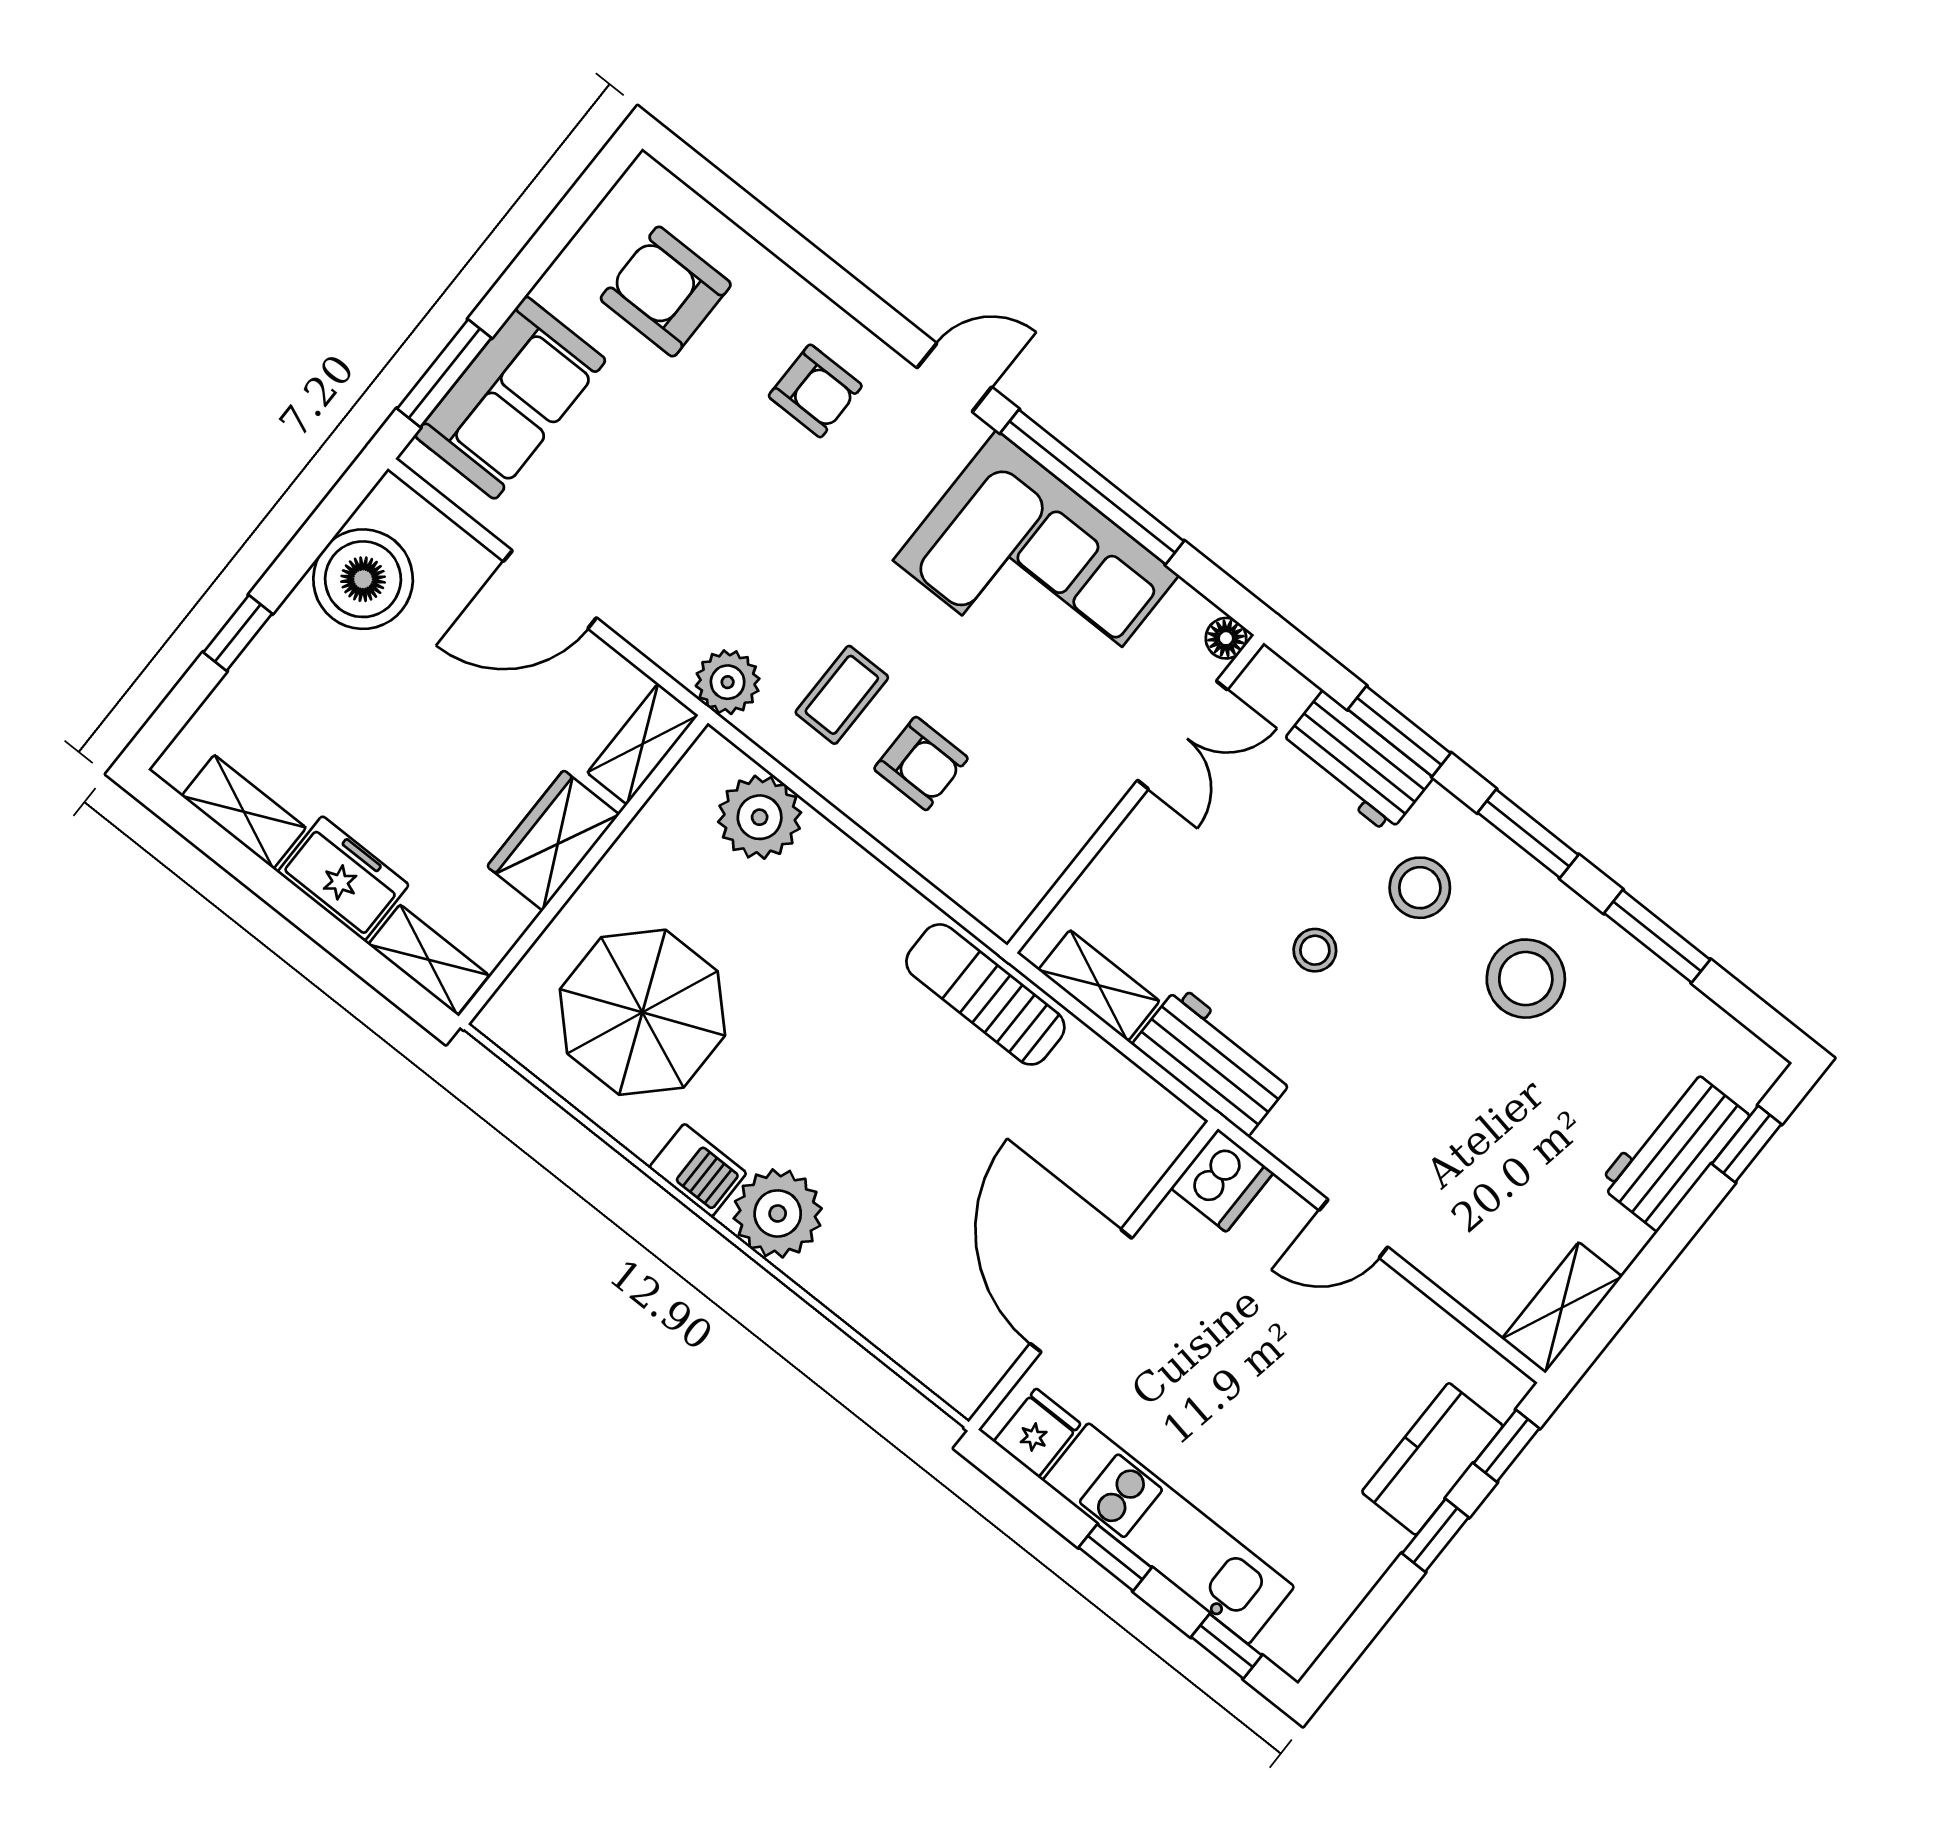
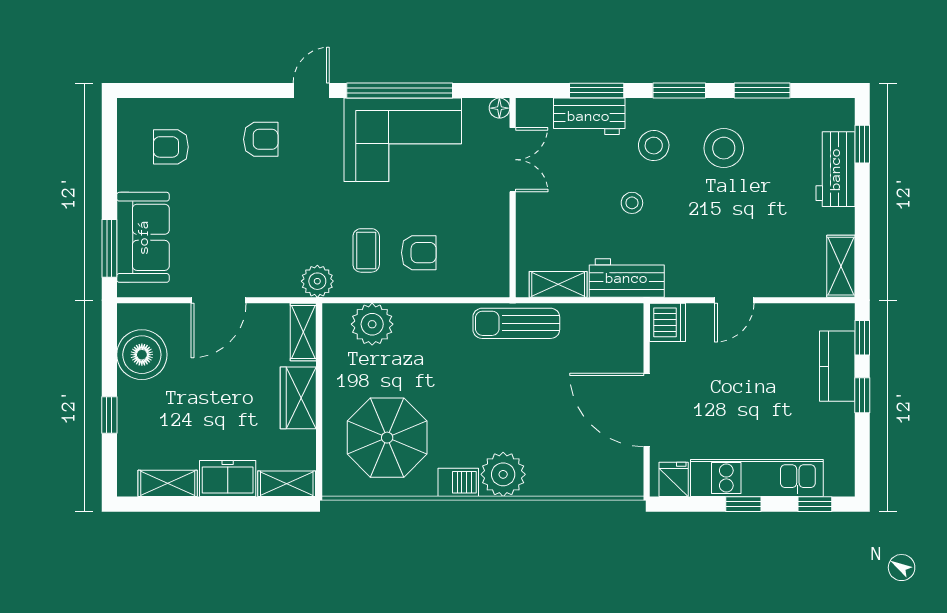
armchair: (666, 291) -> (171, 147), width x0.72, depth x0.72

